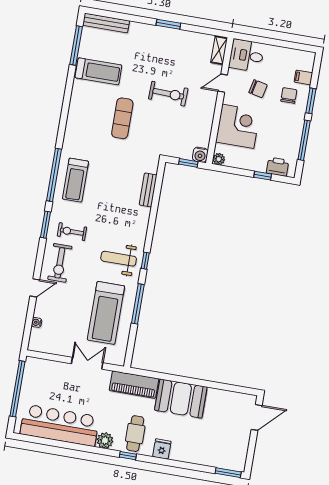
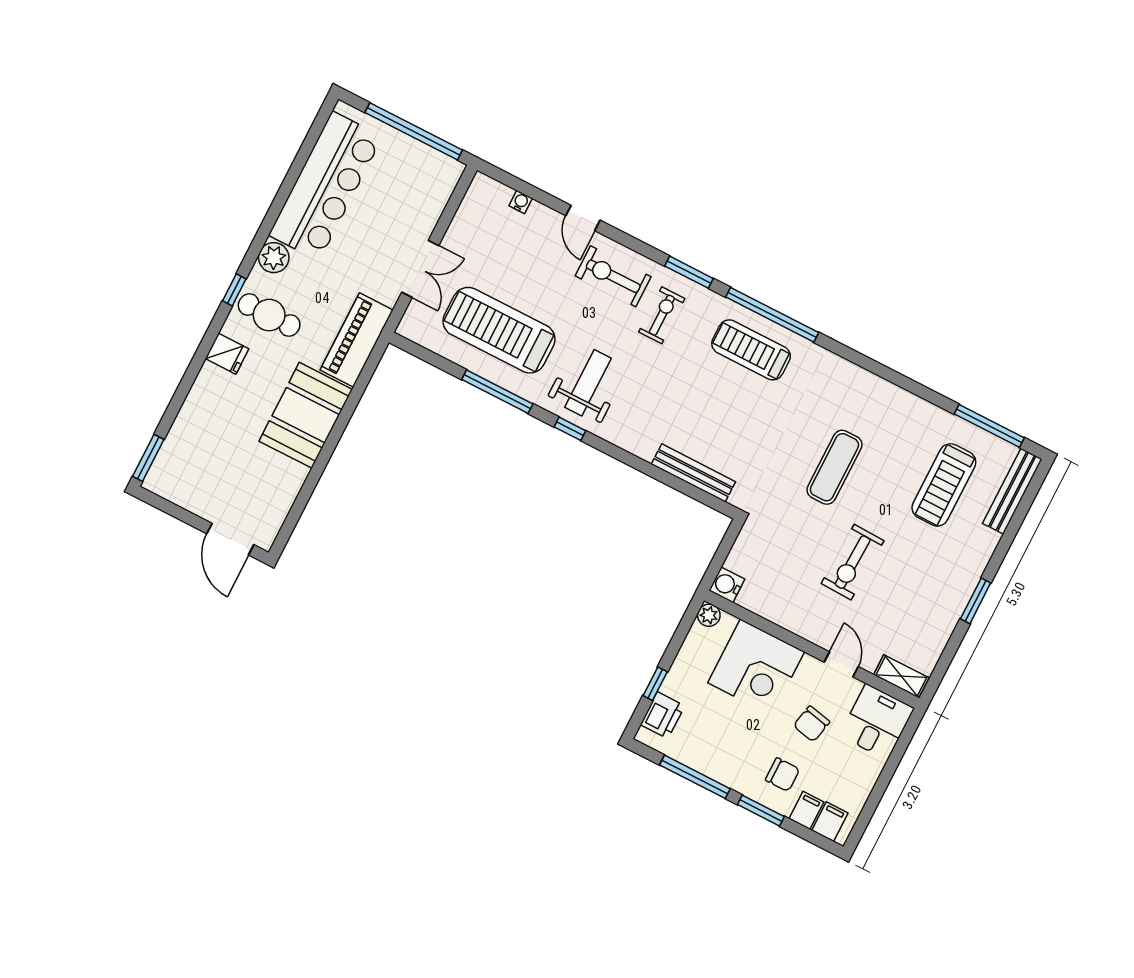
filing cabinet: (305, 64) -> (830, 822), added
treadmill: (98, 71) -> (944, 485), moved
exercise mat: (122, 118) -> (834, 467), turned 90
window: (188, 163) -> (719, 559), removed
bench: (148, 190) -> (693, 473), width x1.36

